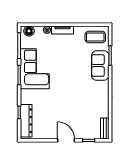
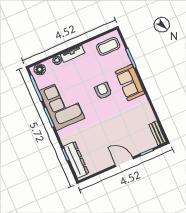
sofa: (100, 66) -> (130, 83), moved
armchair: (75, 73) -> (103, 91), added

